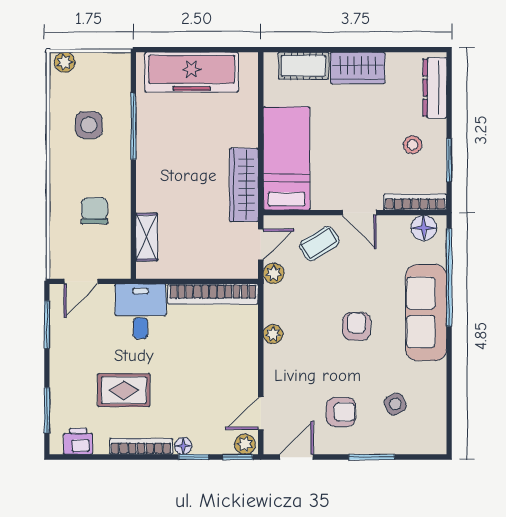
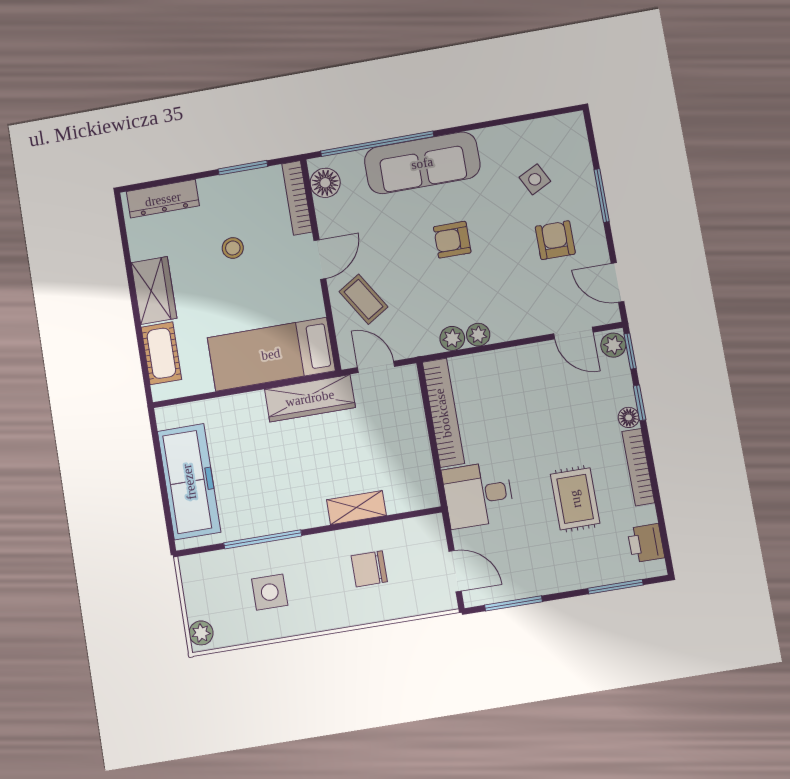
stool: (413, 145) -> (233, 248), moved
shelving: (147, 237) -> (356, 508), moved
plant: (274, 273) -> (452, 338), moved

